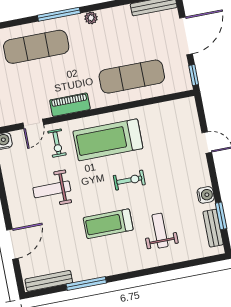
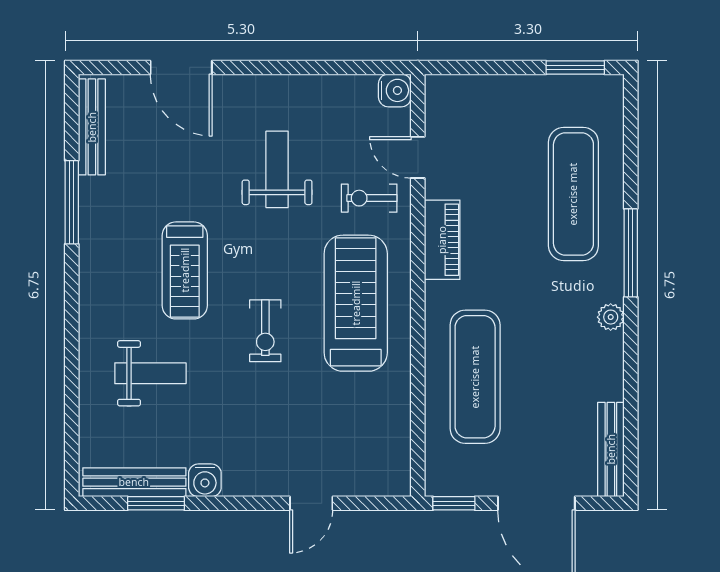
treadmill: (108, 224) -> (185, 270), turned 180
bench: (213, 228) -> (134, 482), width x1.36

